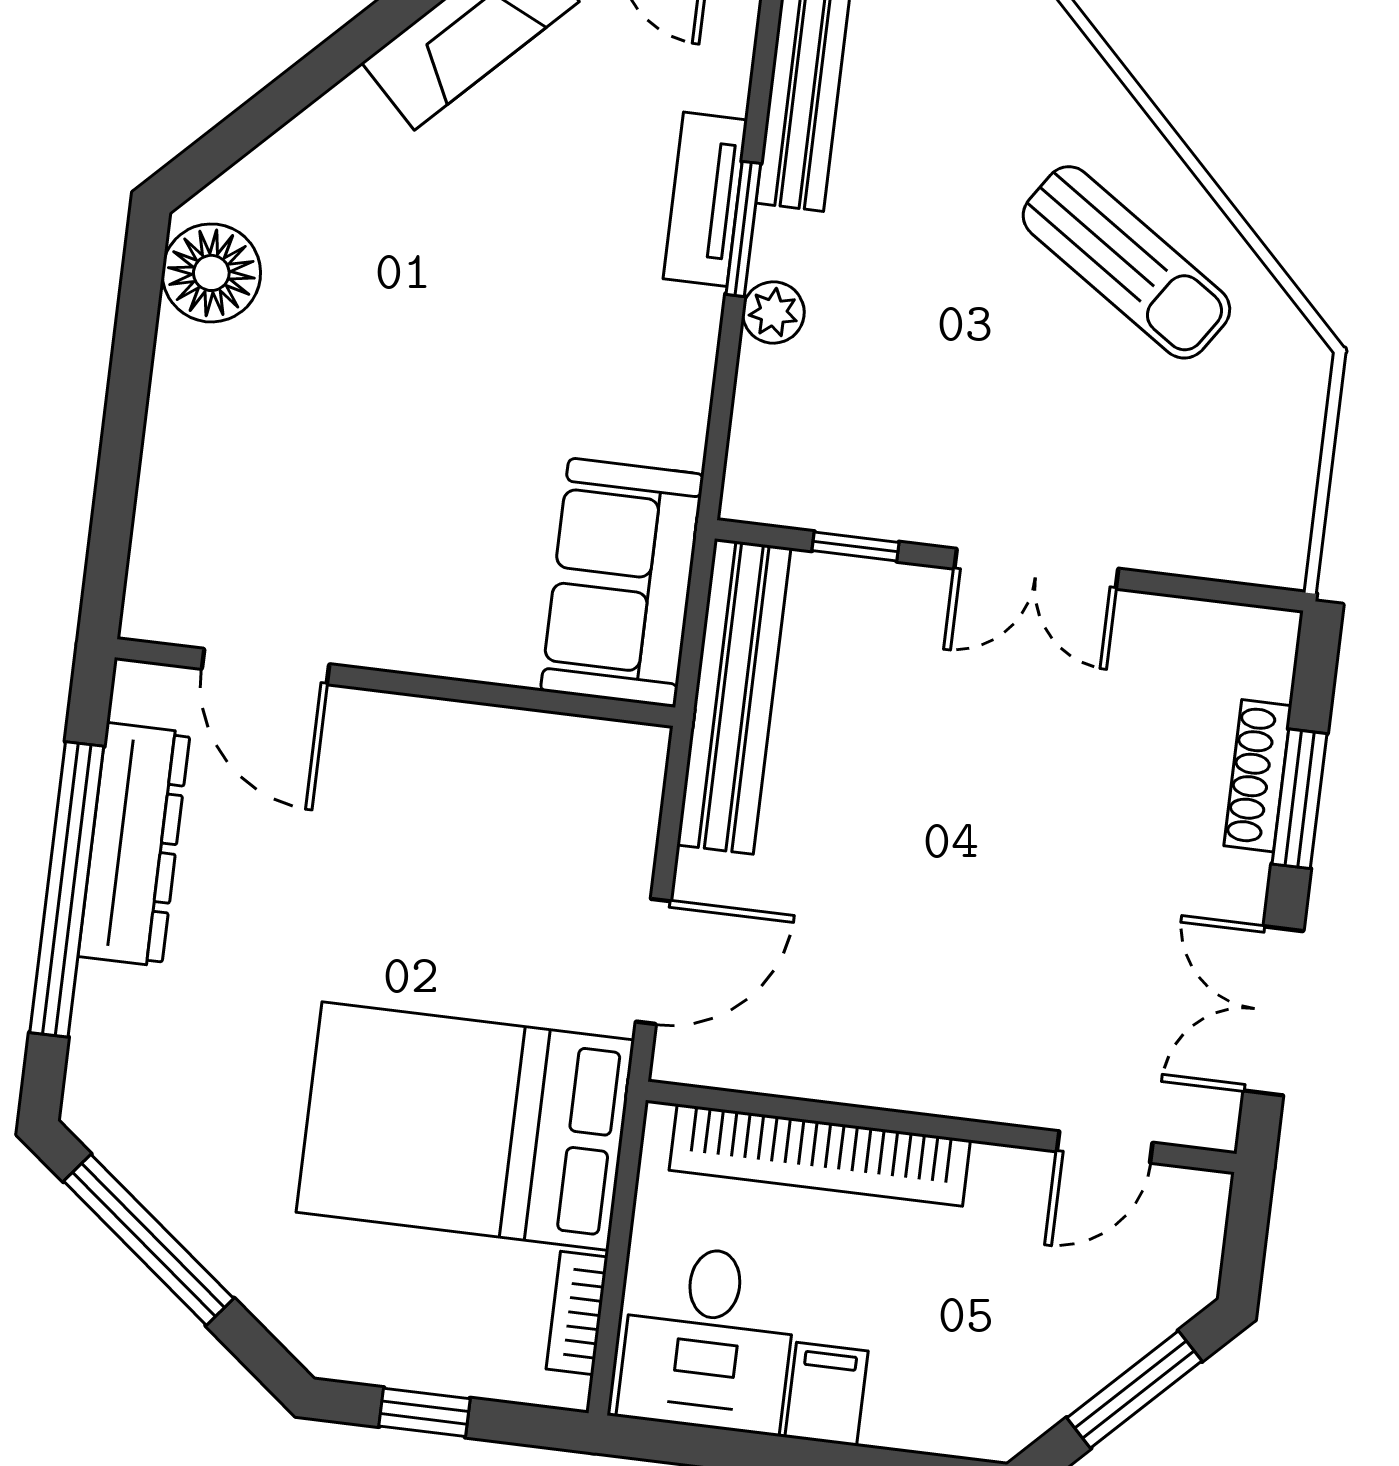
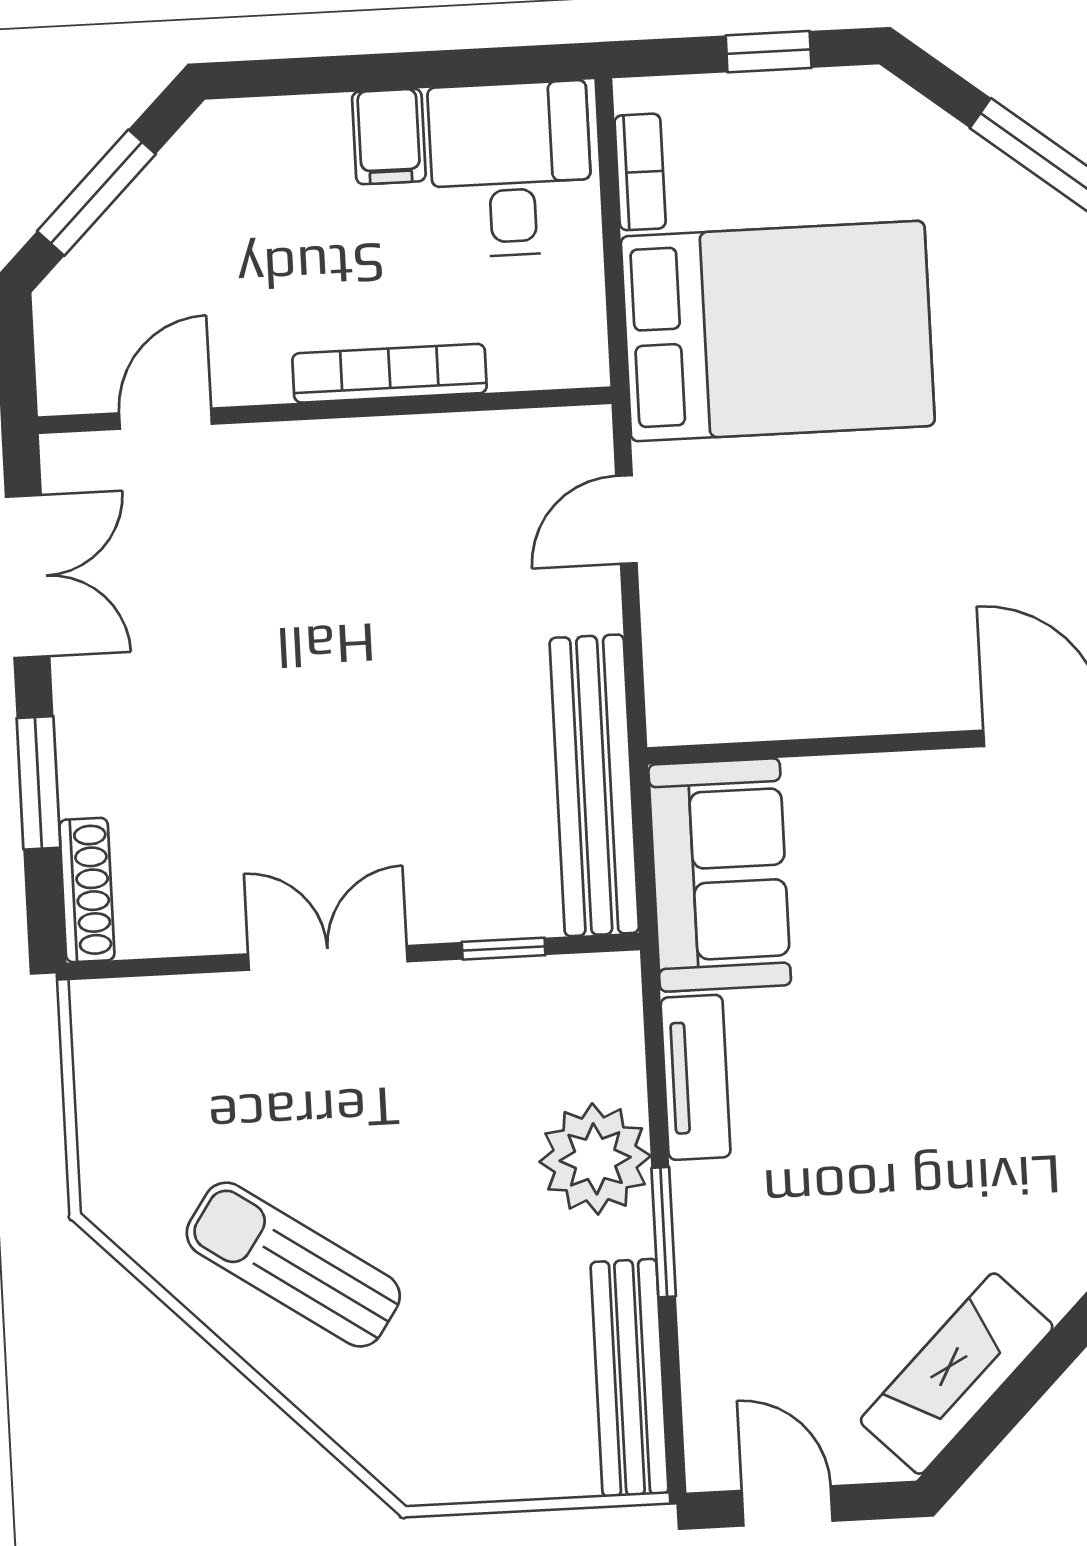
tv unit: (705, 199) -> (696, 1077), moved
plant: (773, 312) -> (595, 1159), width x1.88, depth x1.88
shoe rack: (1258, 776) -> (87, 890), moved
door: (653, 961) -> (626, 519), width x0.73
bookcase: (820, 1155) -> (390, 373), width x0.68, depth x0.76

